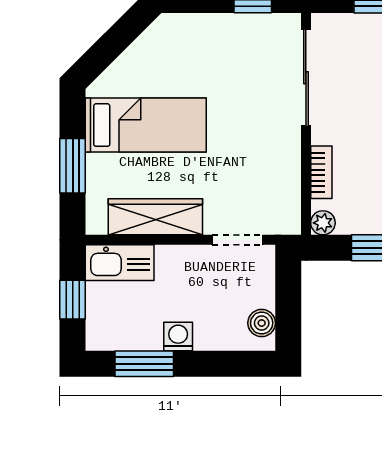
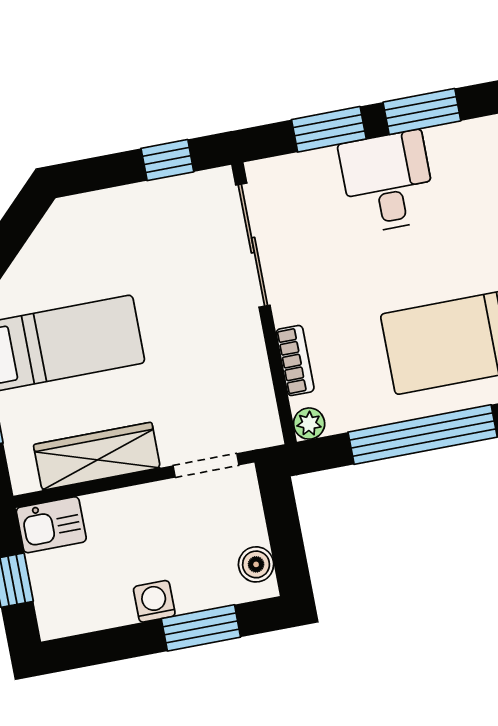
kitchen sink: (120, 263) -> (51, 525), width x0.73
window: (144, 364) -> (201, 628), moved

